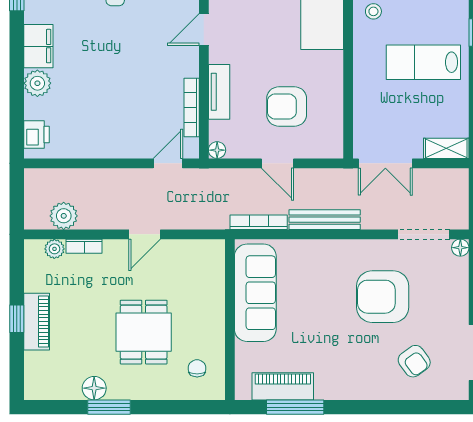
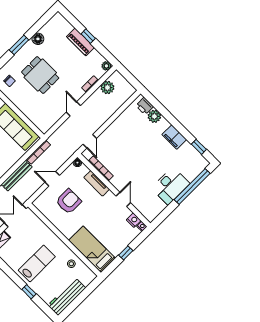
plant: (37, 83) -> (154, 116), moved
plant: (54, 249) -> (106, 66), moved
window: (109, 407) -> (19, 45), moved

